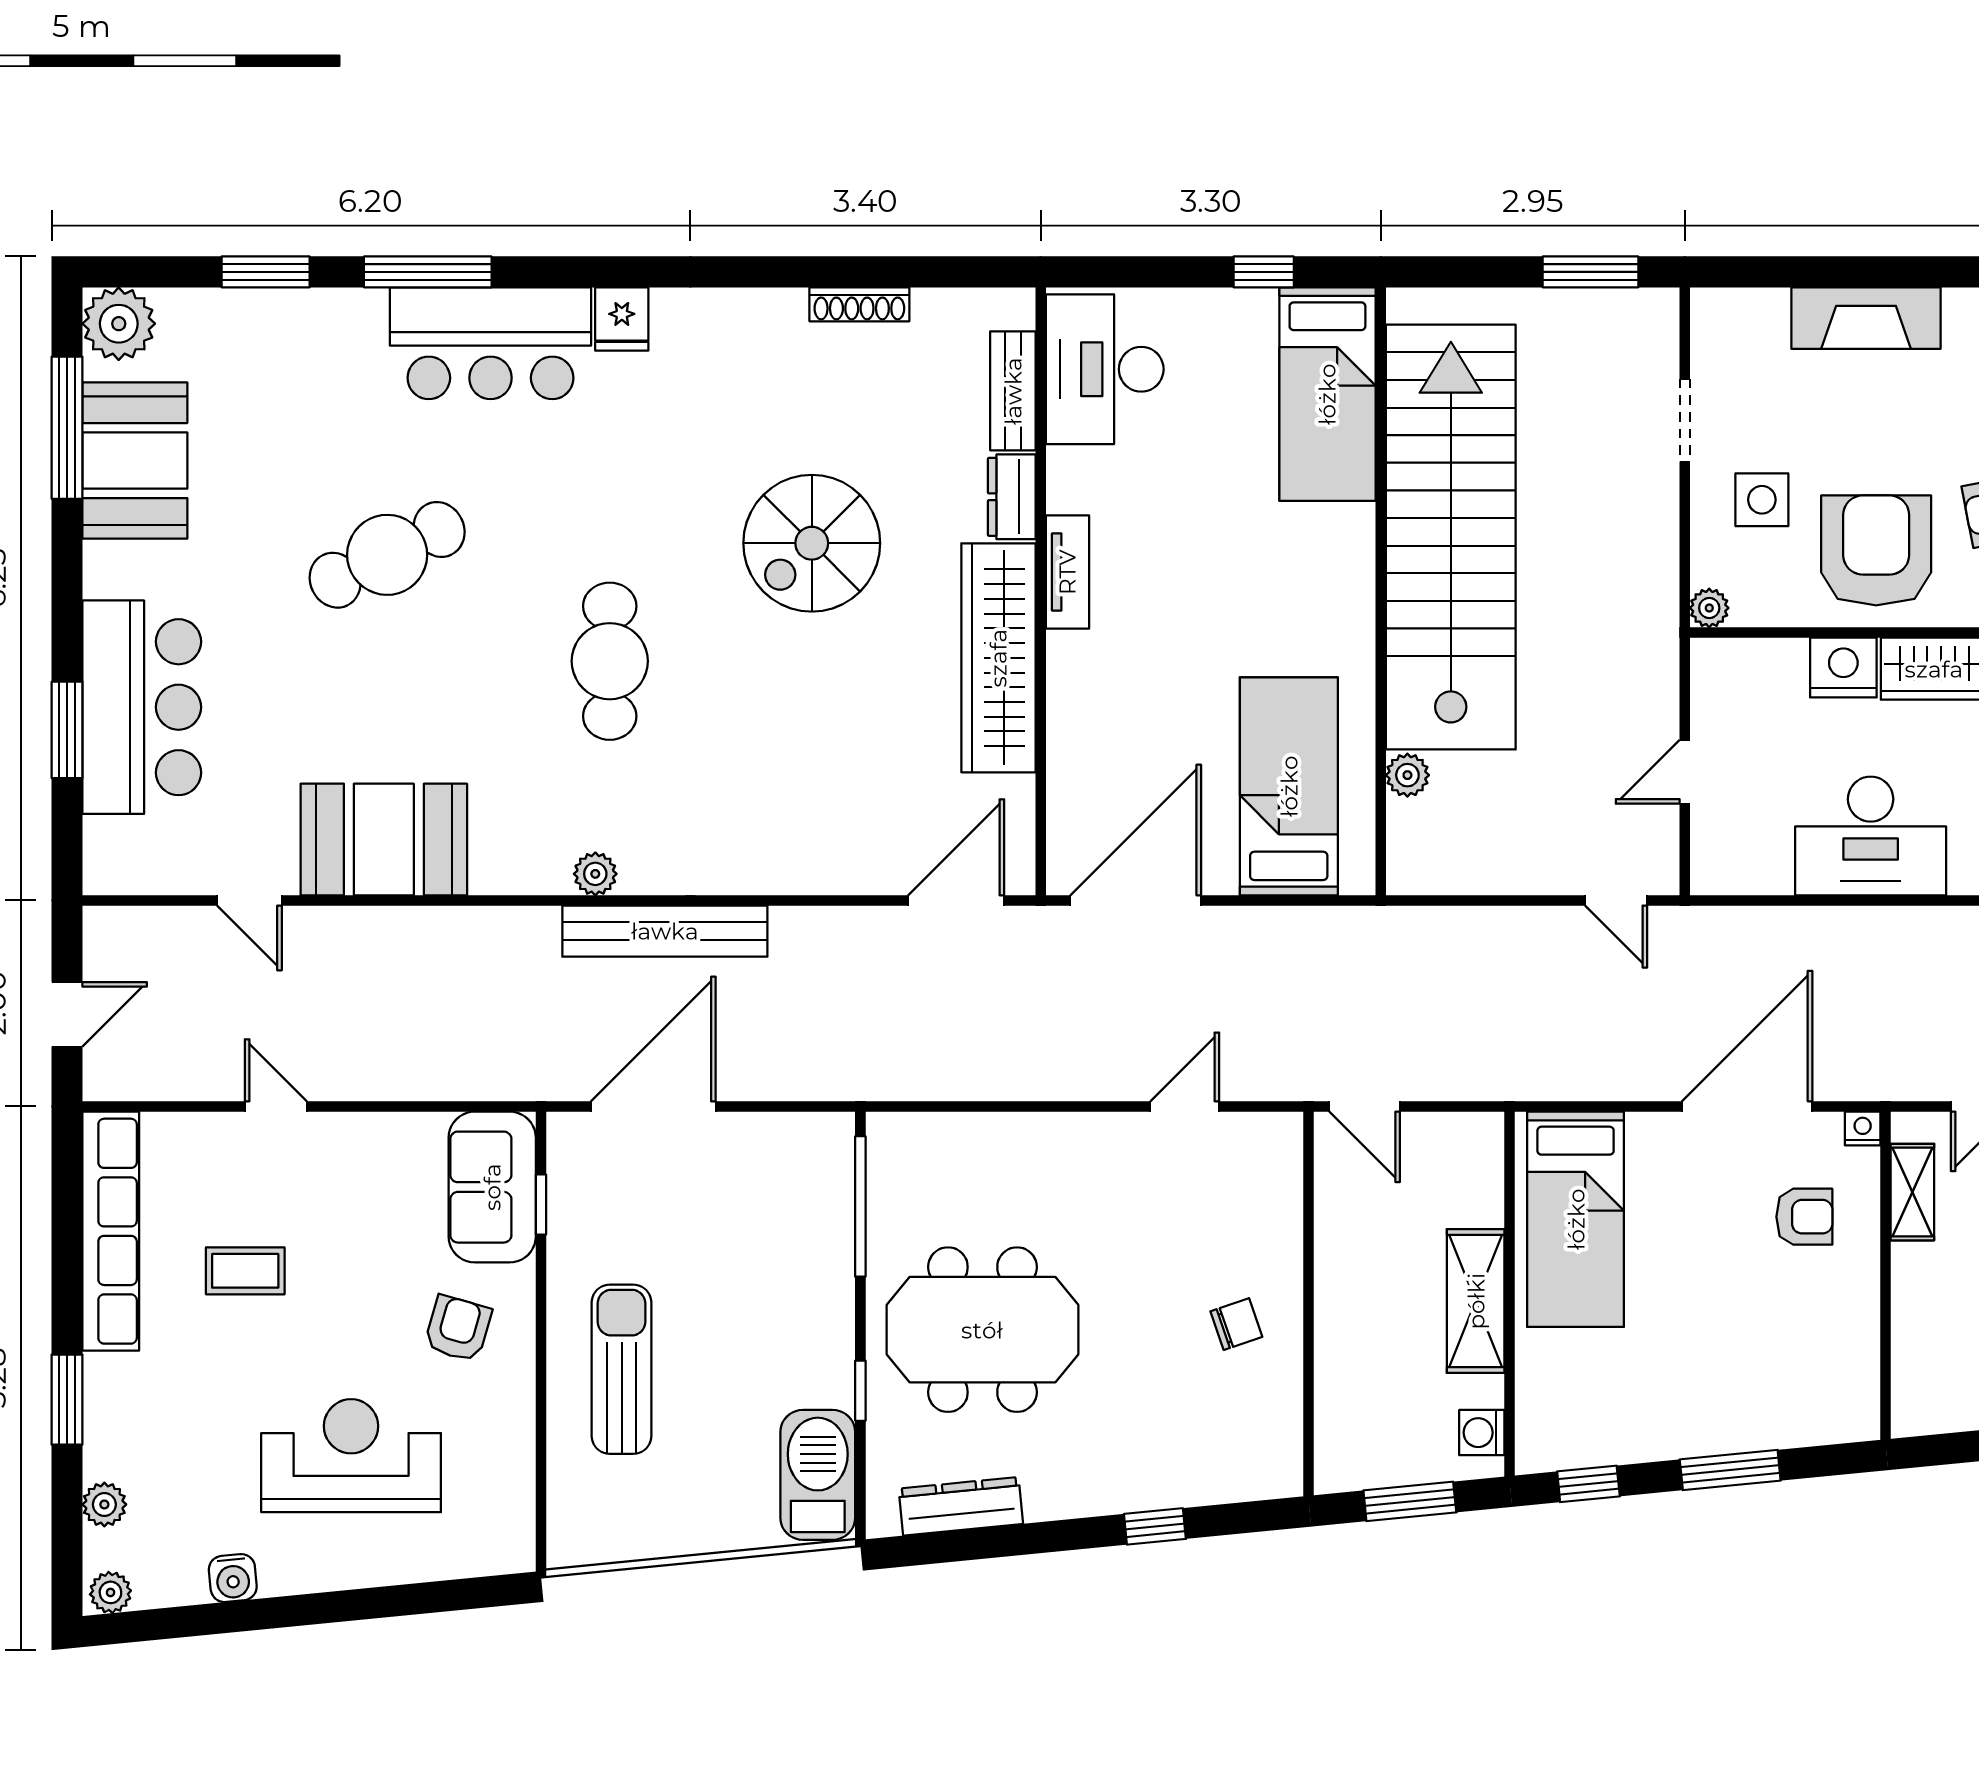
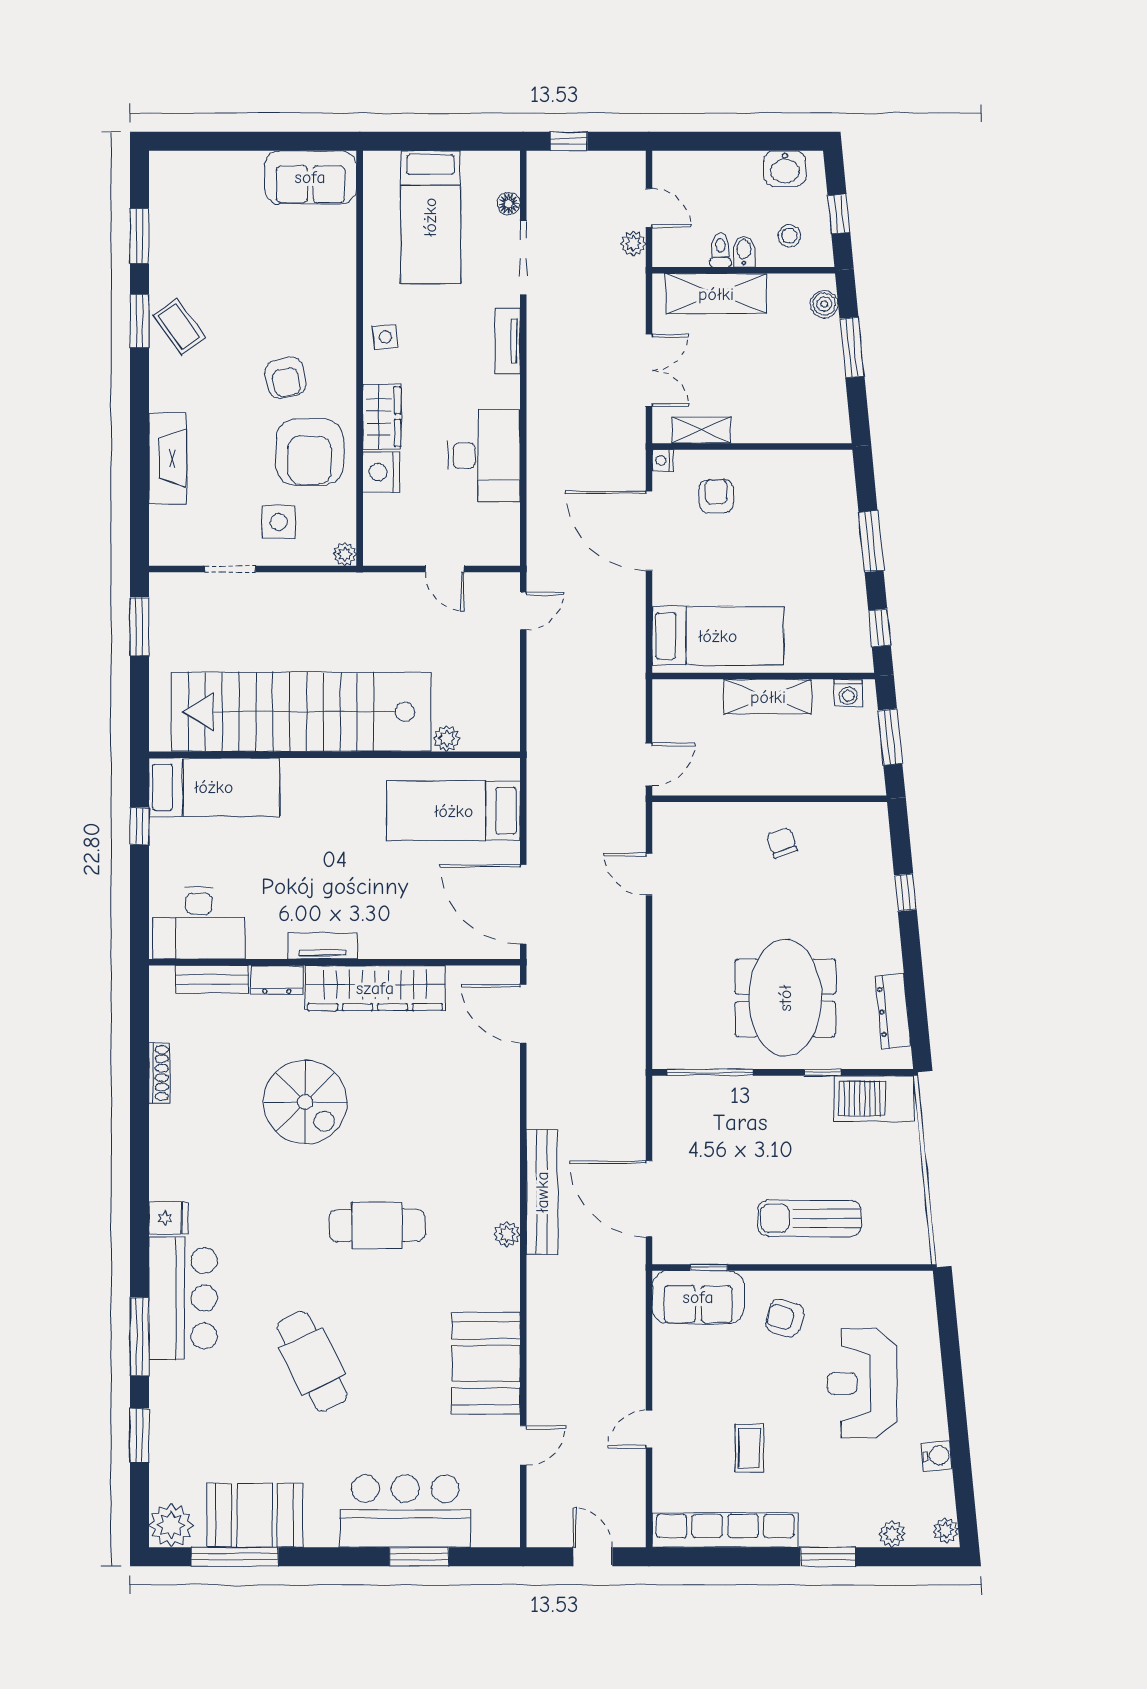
armchair: (1876, 550) -> (309, 452), turned -90

